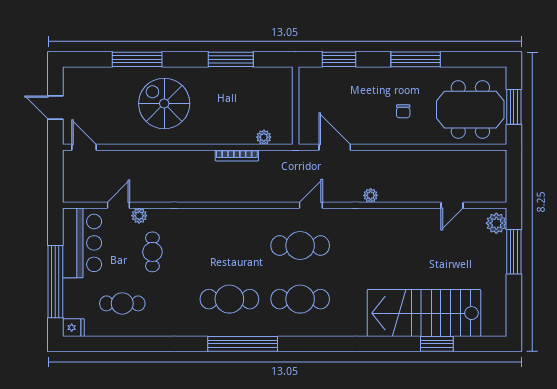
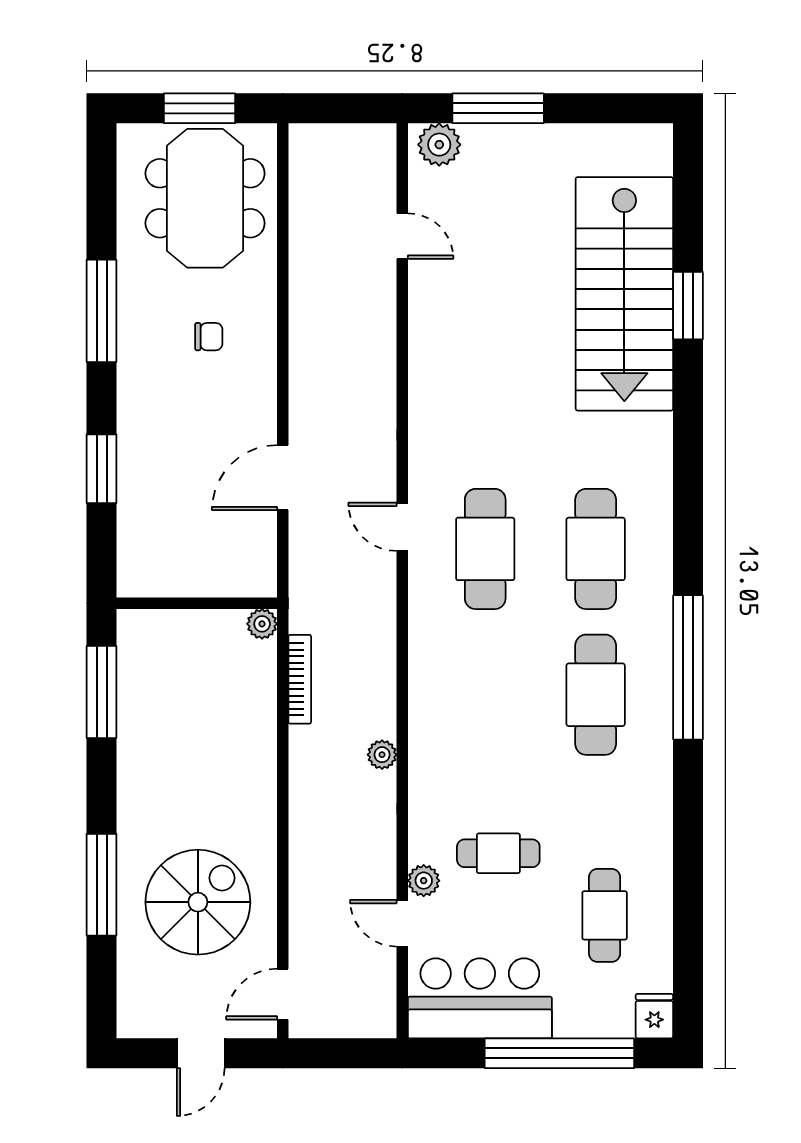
spiral stairs: (164, 103) -> (198, 902), moved, turned 180
wall: (296, 106) -> (197, 603), moved
plant: (371, 195) -> (382, 755), moved
window: (437, 344) -> (688, 306), moved

